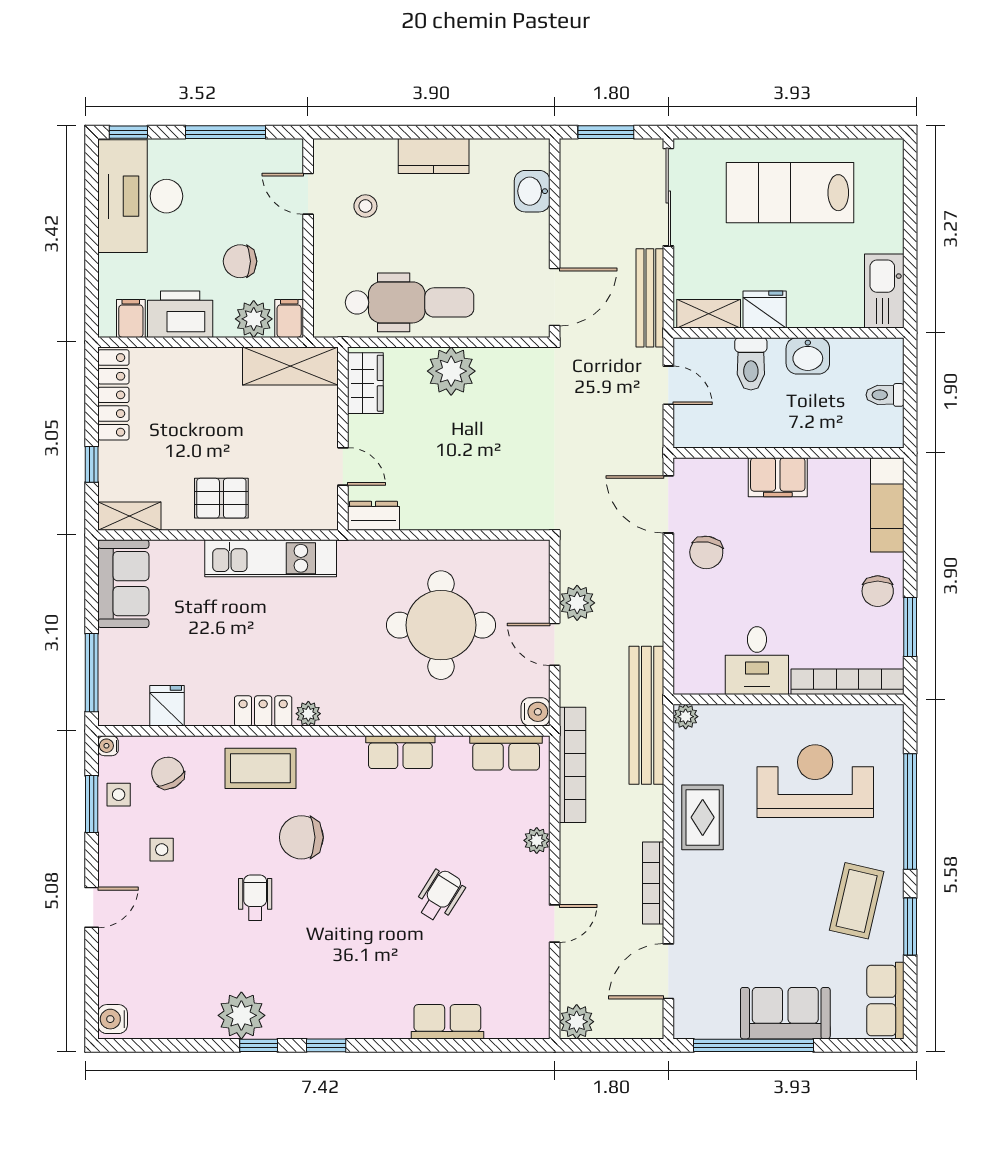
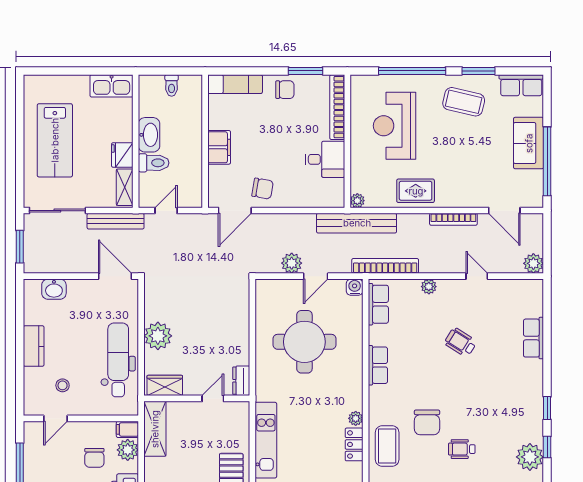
washbasin: (808, 356) -> (149, 135), width x1.38

